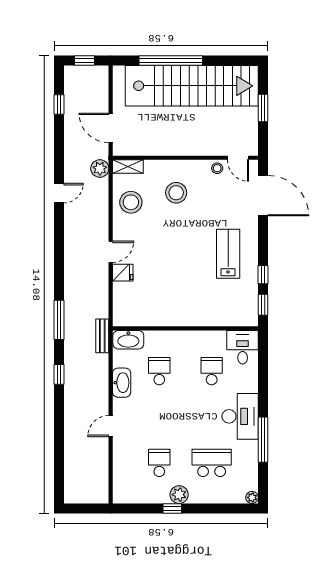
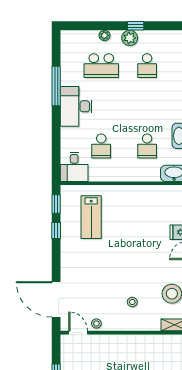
stool: (176, 193) -> (132, 302), width x0.53, depth x0.53
lab bench: (228, 254) -> (91, 217), moved
plant: (252, 497) -> (105, 35), moved

